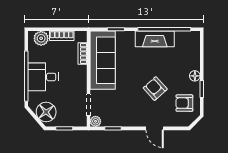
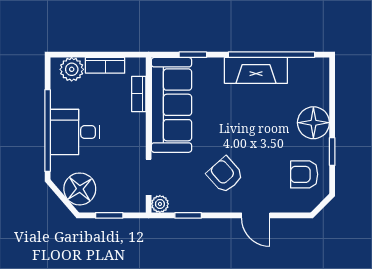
floor lamp: (195, 76) -> (313, 123), width x1.89, depth x1.89
armchair: (155, 89) -> (225, 175), moved

